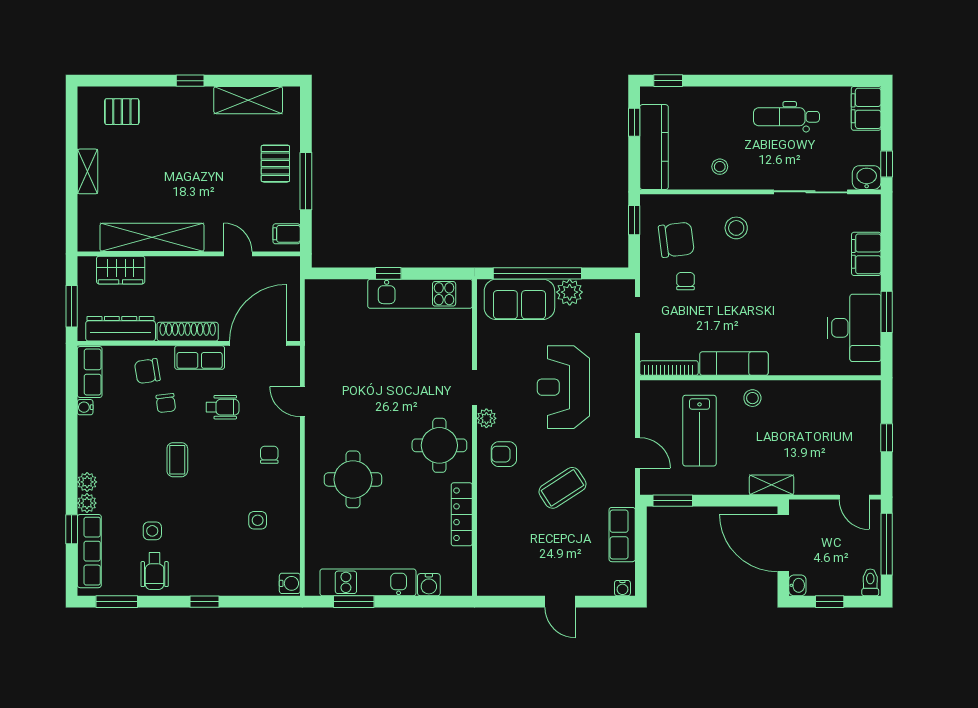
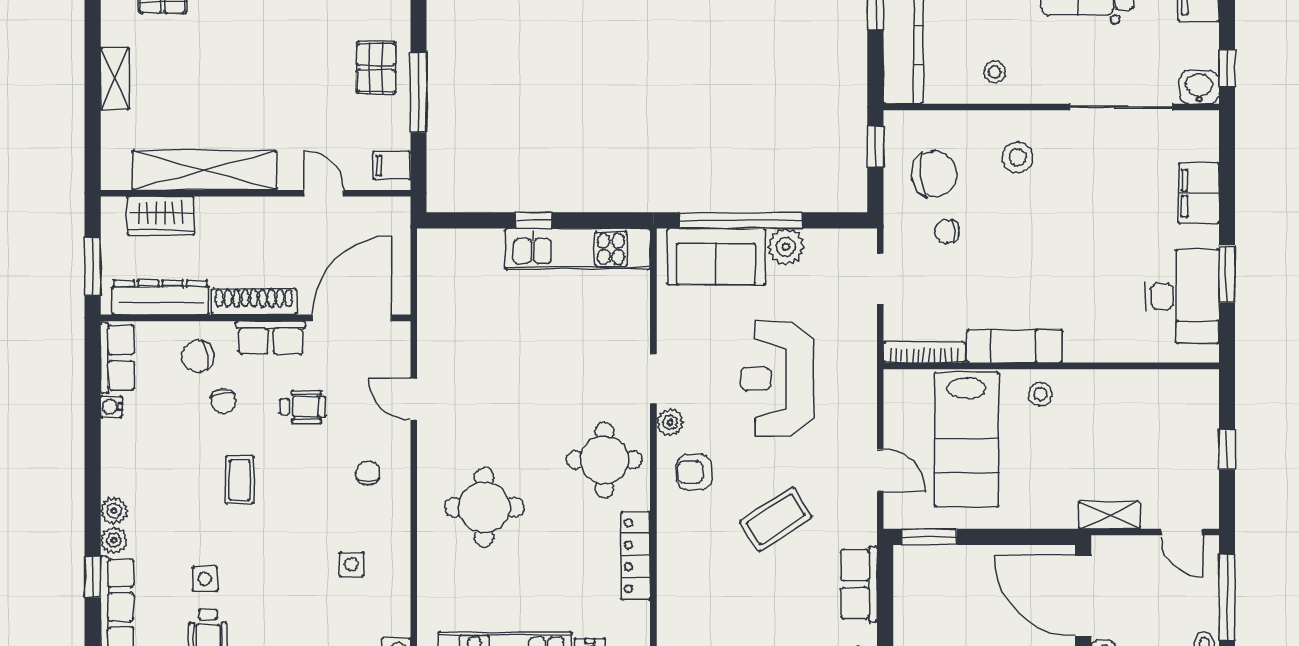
chair: (685, 281) -> (947, 231), turned -92
lab bench: (700, 431) -> (967, 439), width x1.36, depth x1.39
shelving: (772, 485) -> (1109, 515), moved

